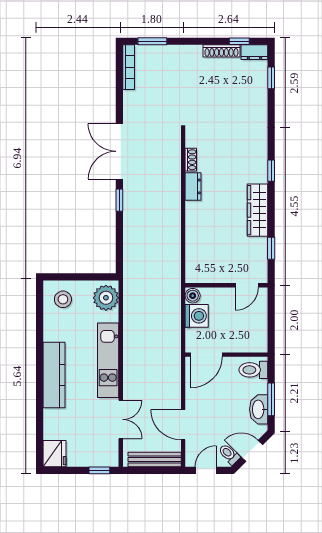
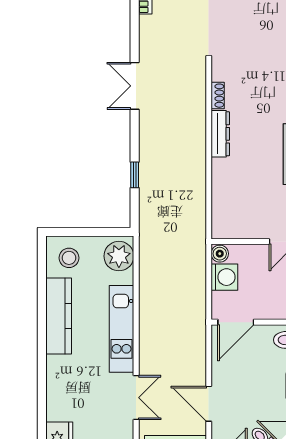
double door: (119, 151) -> (135, 86), width x0.73
dresser: (193, 186) -> (220, 134), width x1.44
window: (119, 200) -> (135, 175), moved
kitchen counter: (54, 375) -> (59, 316), moved

